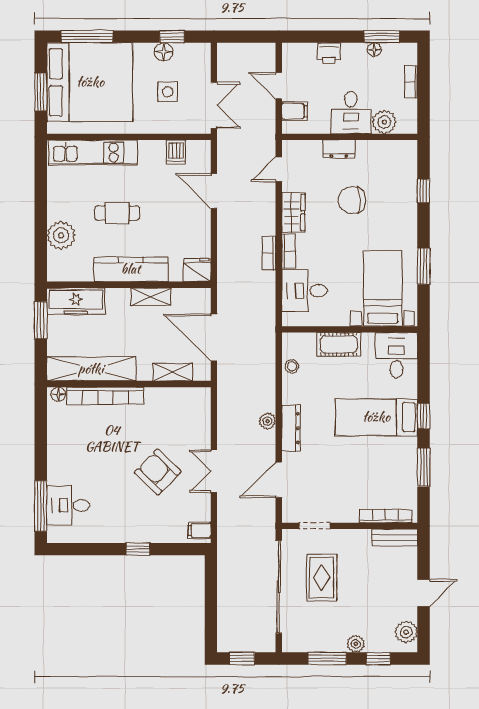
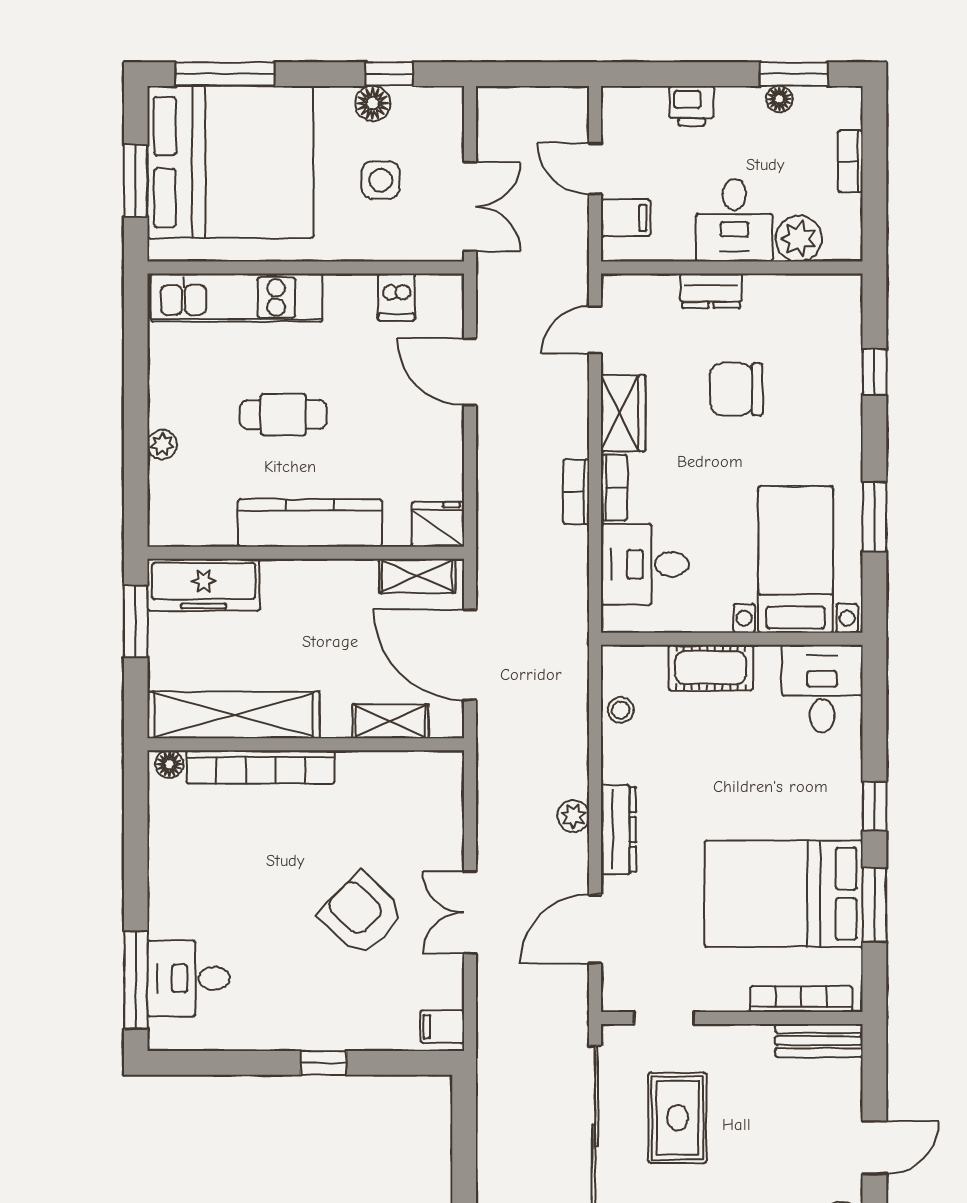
plant: (61, 235) -> (162, 445), width x0.53, depth x0.53
shelving: (151, 297) -> (417, 576), moved
bed: (376, 417) -> (784, 894), moved, width x1.50

